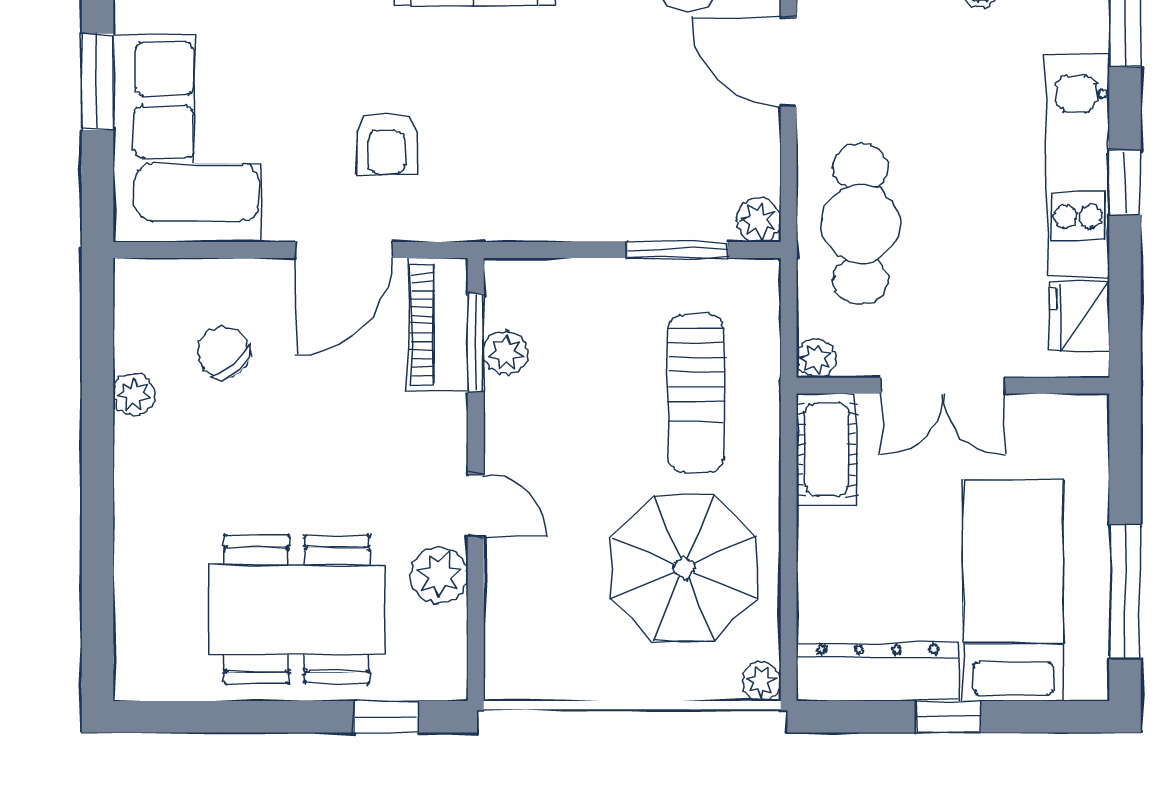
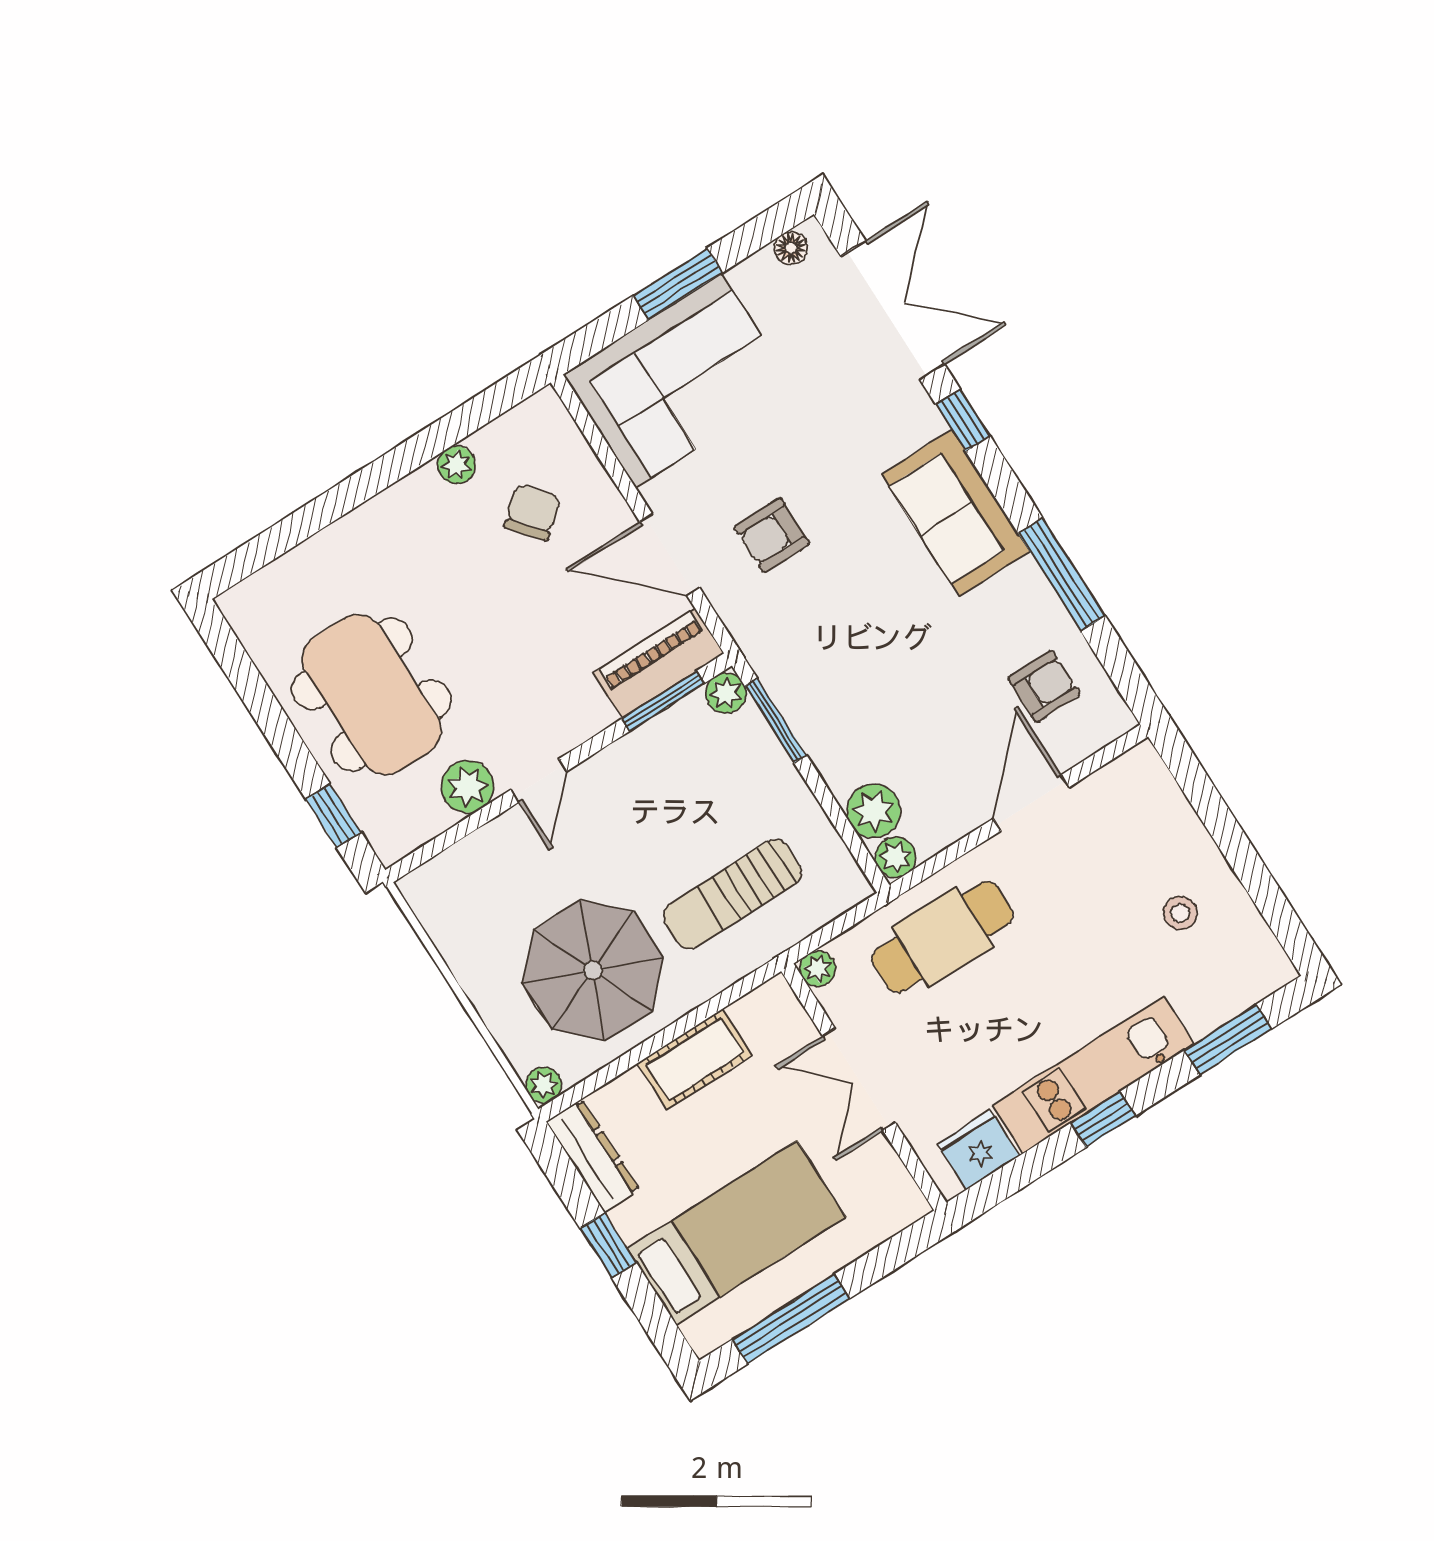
plant: (703, 213) -> (874, 811), added
window: (677, 250) -> (776, 721), moved
plant: (506, 353) -> (726, 693), moved
cot: (827, 449) -> (695, 1059), moved
dresser: (878, 672) -> (593, 1156), width x0.73, depth x0.80

